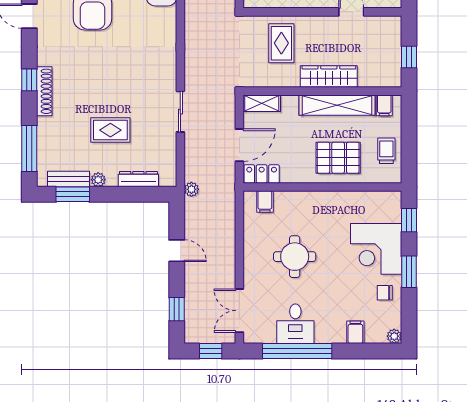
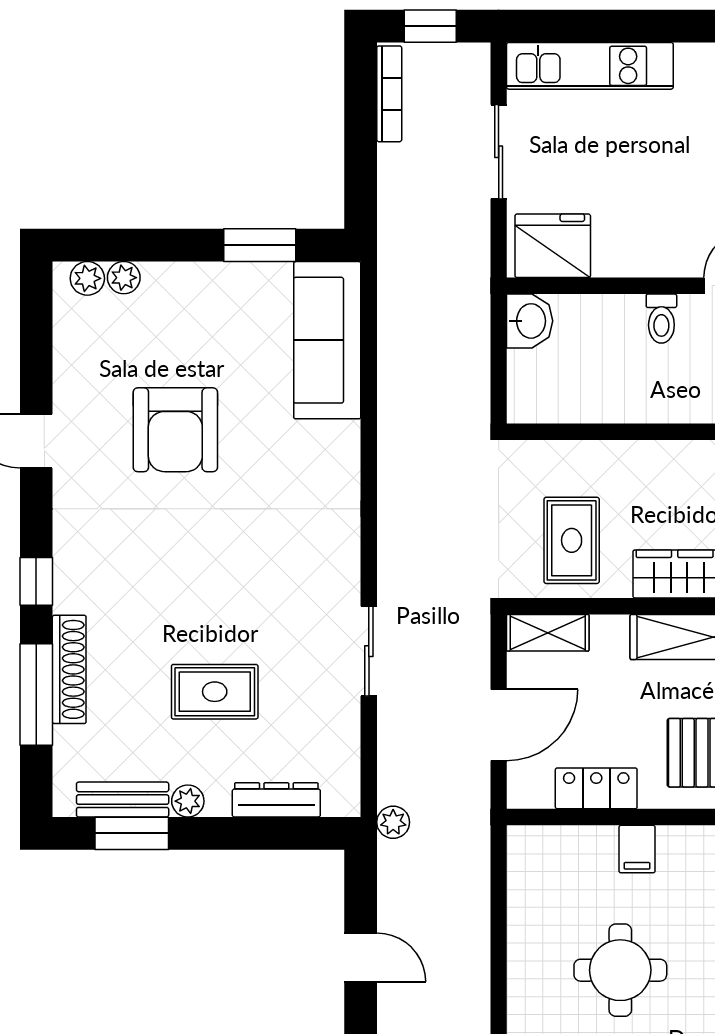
rug: (281, 43) -> (572, 540), moved
shoe rack: (44, 91) -> (69, 669), moved
window: (29, 148) -> (36, 694), moved
locker: (262, 174) -> (596, 788), moved
filing cabinet: (265, 202) -> (637, 849), moved

